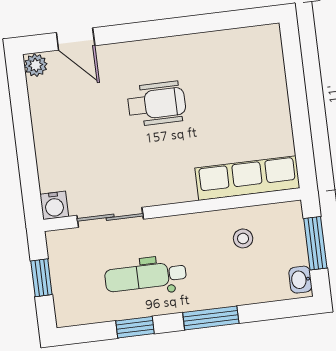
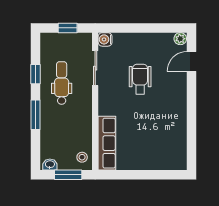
wheelchair: (157, 104) -> (140, 79), moved, turned 180
stool: (243, 238) -> (82, 157), moved

